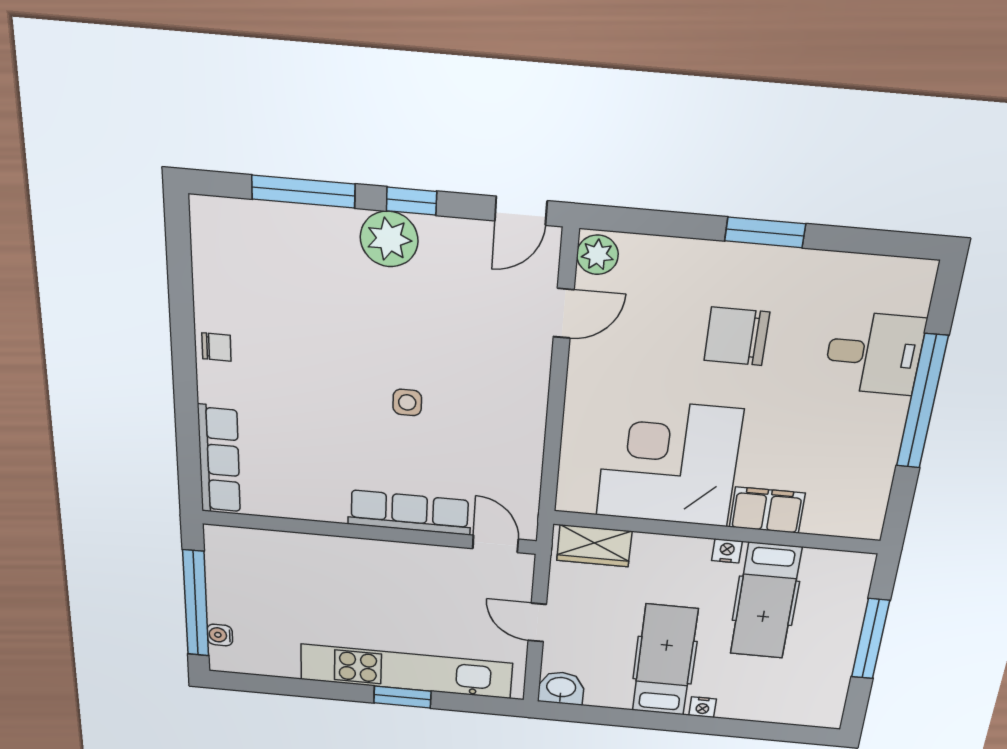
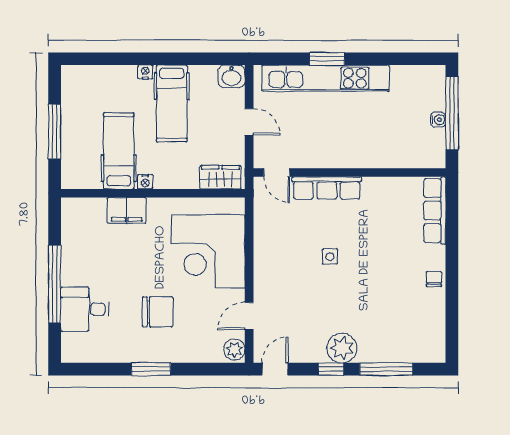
chair: (216, 347) -> (434, 279), turned 90
corner desk: (669, 463) -> (208, 251), moved, turned 90
water cooler: (220, 635) -> (438, 120), moved

